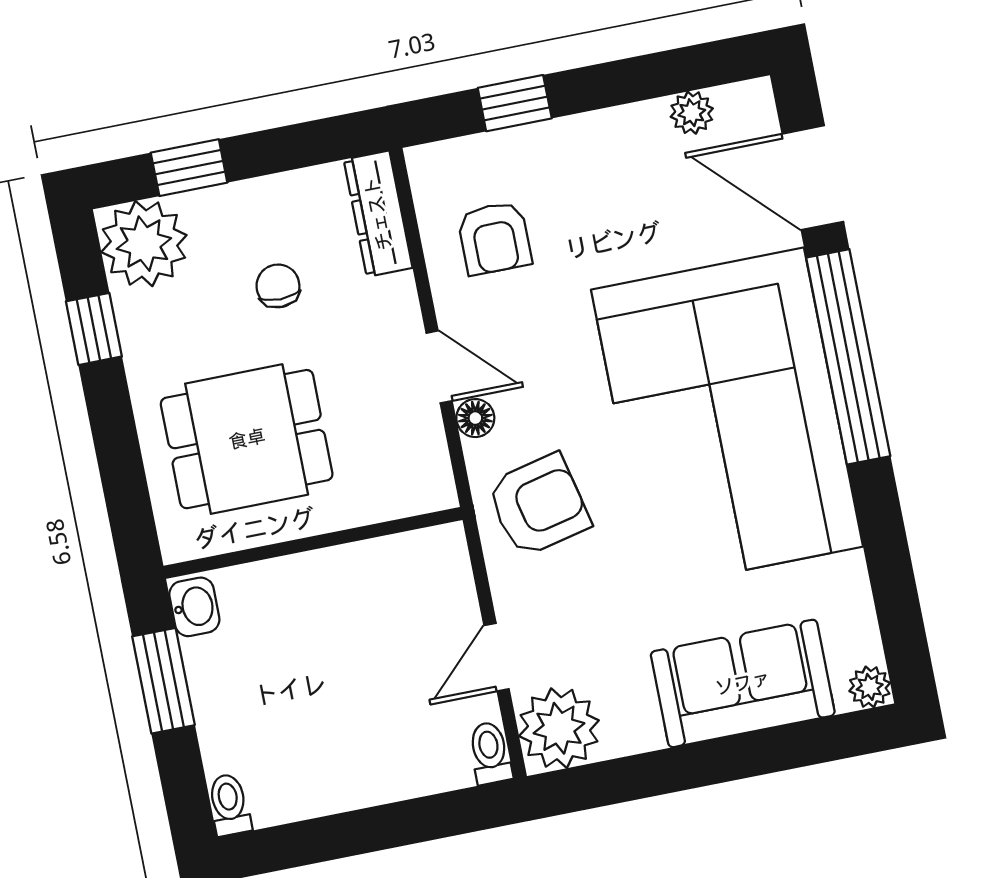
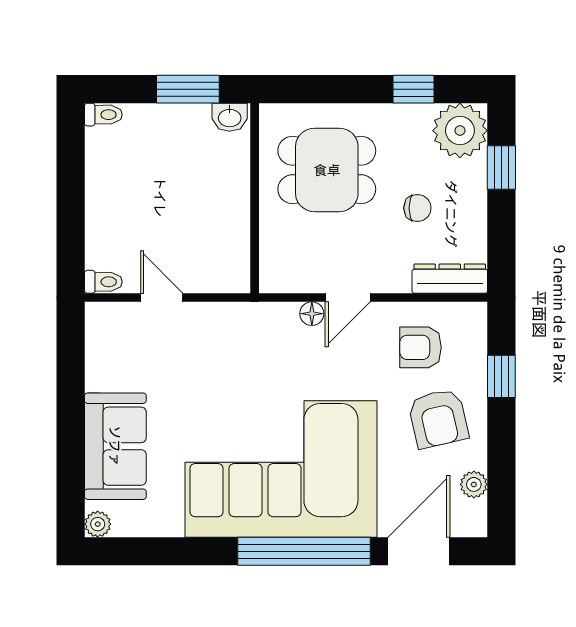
dining table: (247, 439) -> (327, 170), turned 90
armchair: (539, 505) -> (438, 418), moved
plant: (559, 728) -> (110, 327), removed

